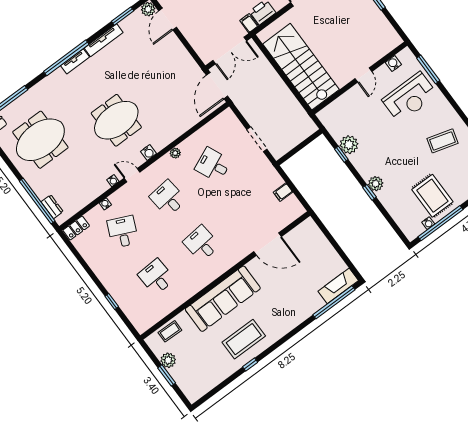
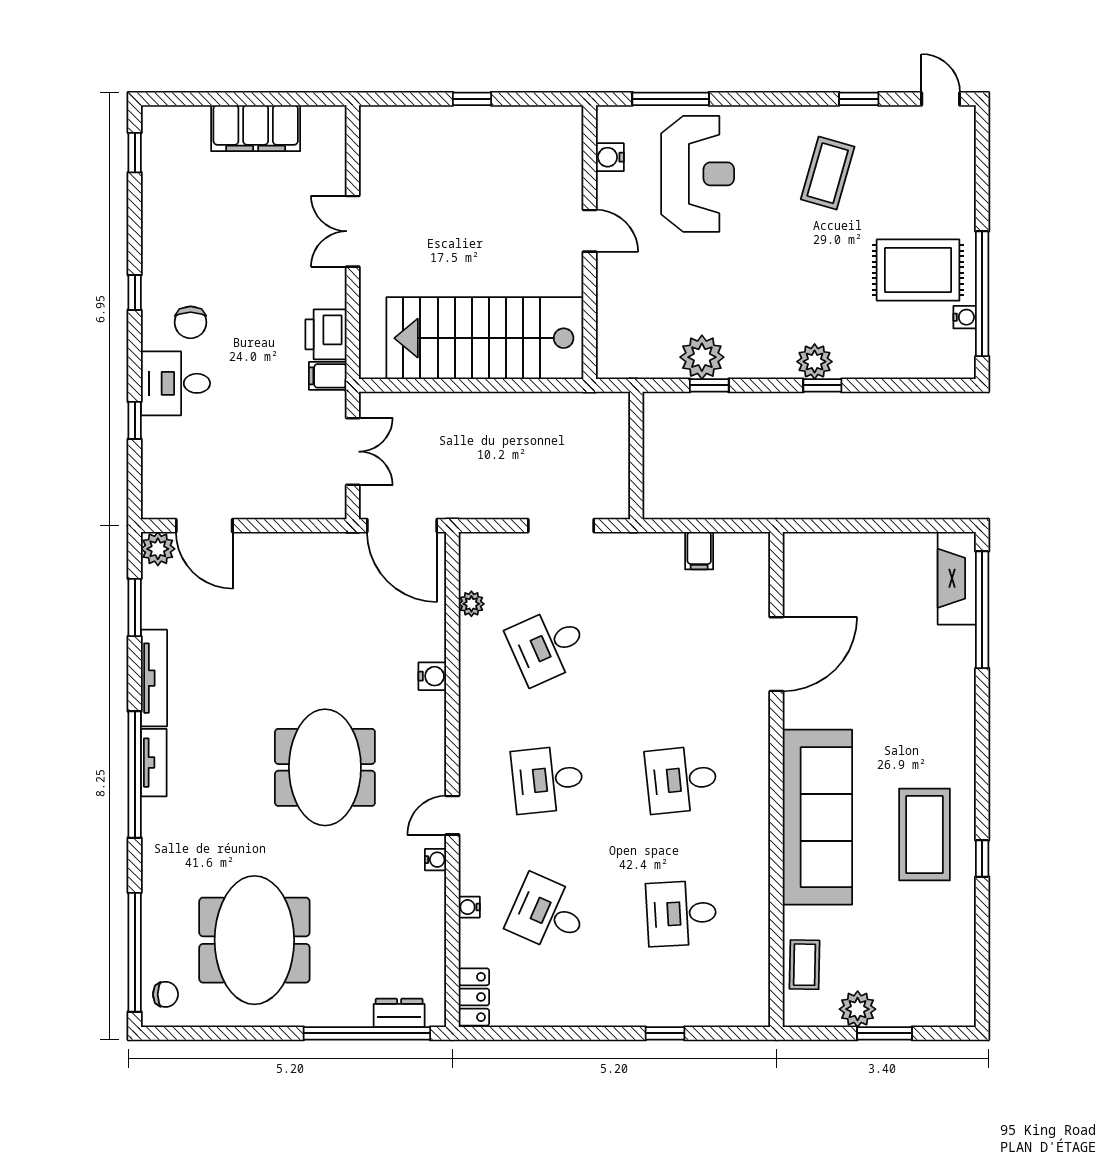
double door: (230, 51) -> (353, 452), width x0.73
water cooler: (148, 153) -> (432, 676), moved
plant: (175, 153) -> (471, 604), moved

